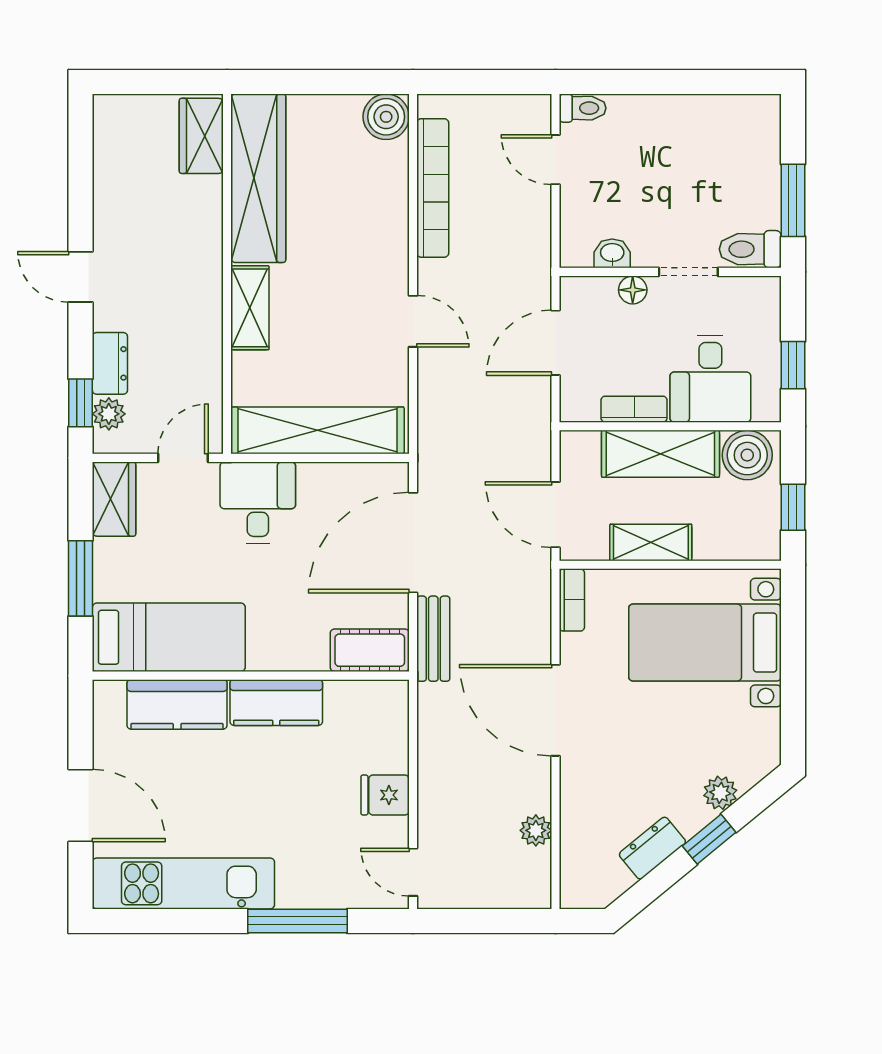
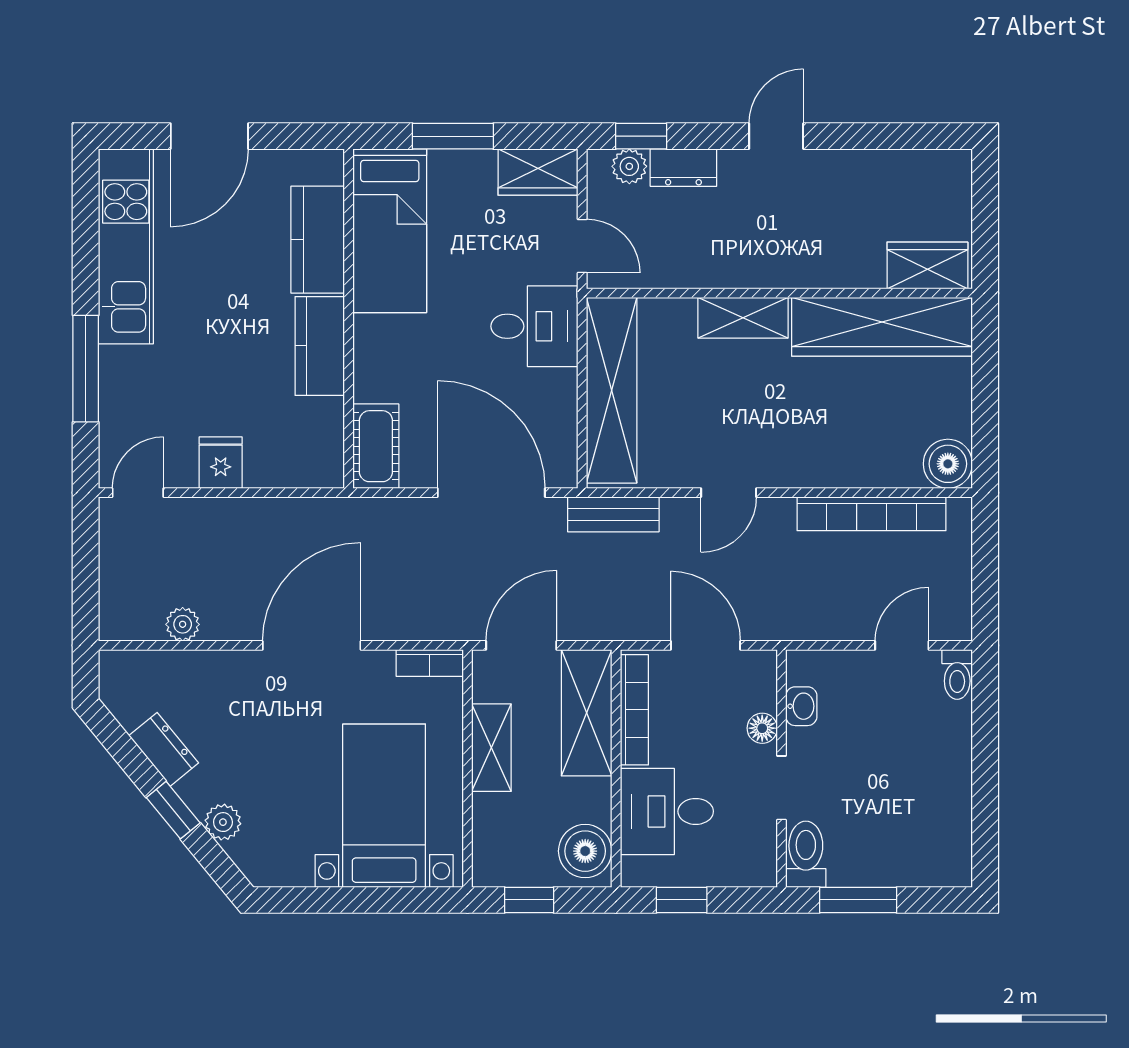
bookcase: (634, 409) -> (634, 710), width x1.56
shelving: (660, 454) -> (587, 713), moved
bench: (433, 639) -> (613, 514), moved

